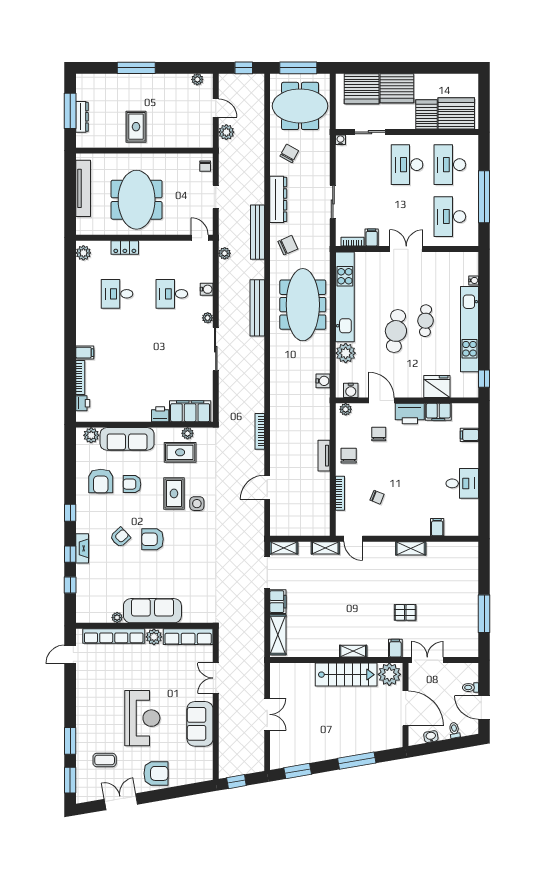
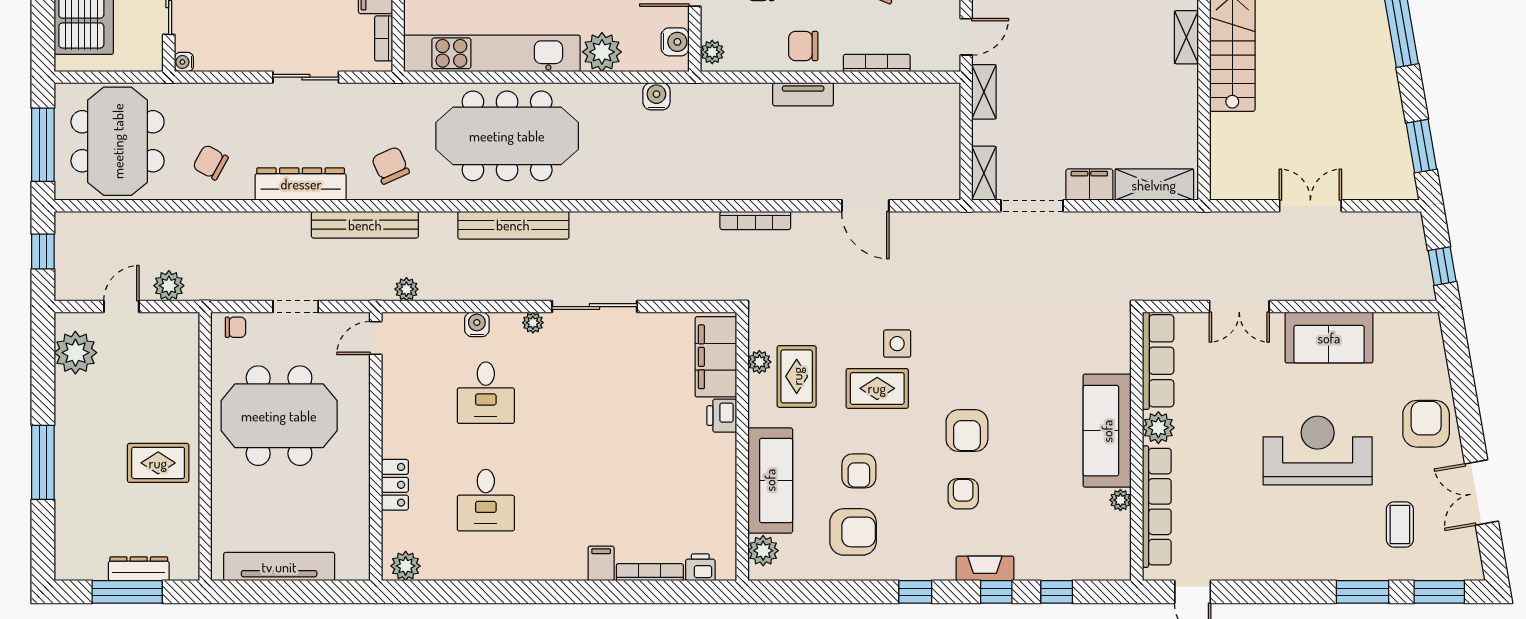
plant: (197, 79) -> (75, 353), width x1.88, depth x1.88
meeting table: (137, 200) -> (279, 416), moved
armchair: (120, 537) -> (963, 494), turned 43

